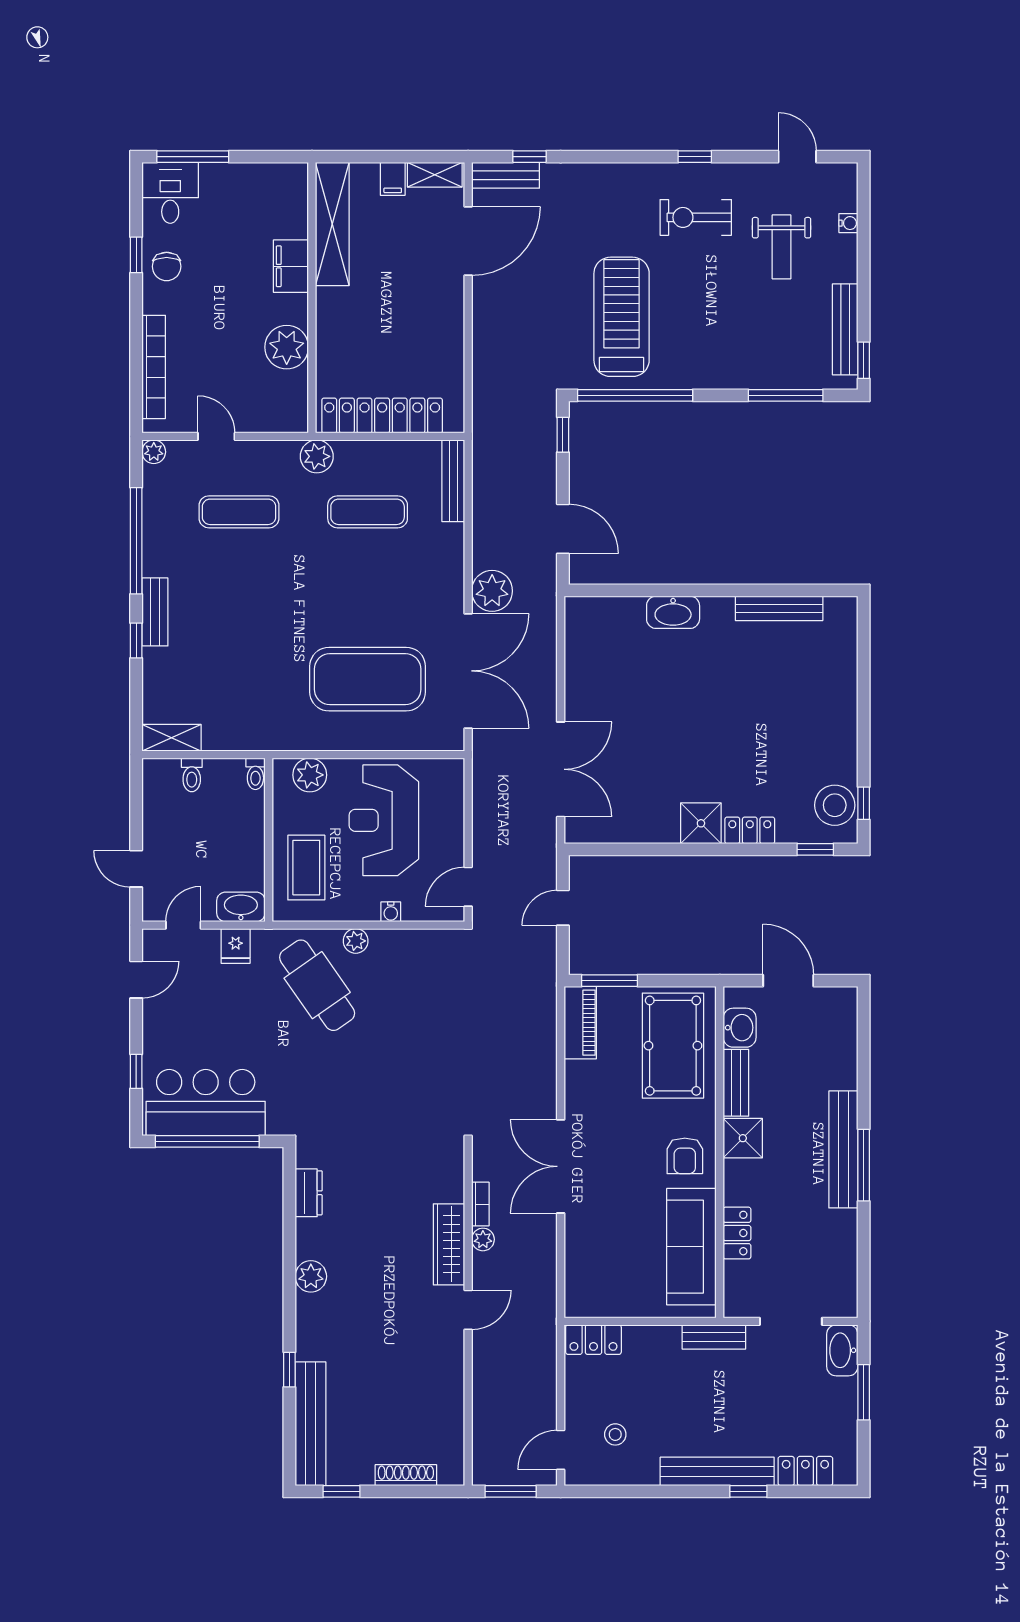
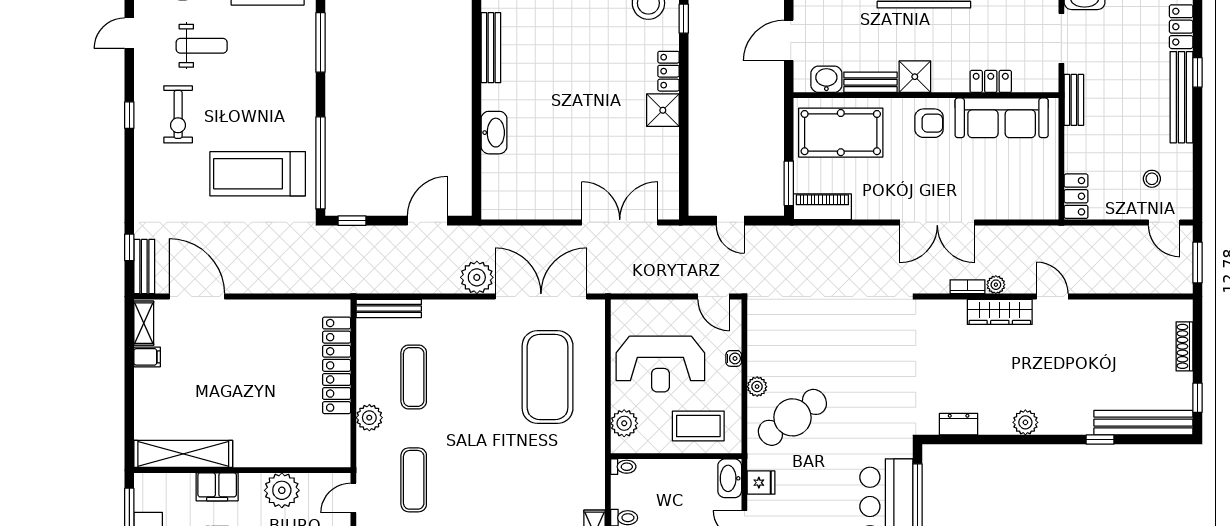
shelving: (332, 224) -> (183, 454), moved
filing cabinet: (291, 266) -> (217, 487), moved
wall: (312, 298) -> (242, 470), moved
plant: (287, 347) -> (282, 490), moved

